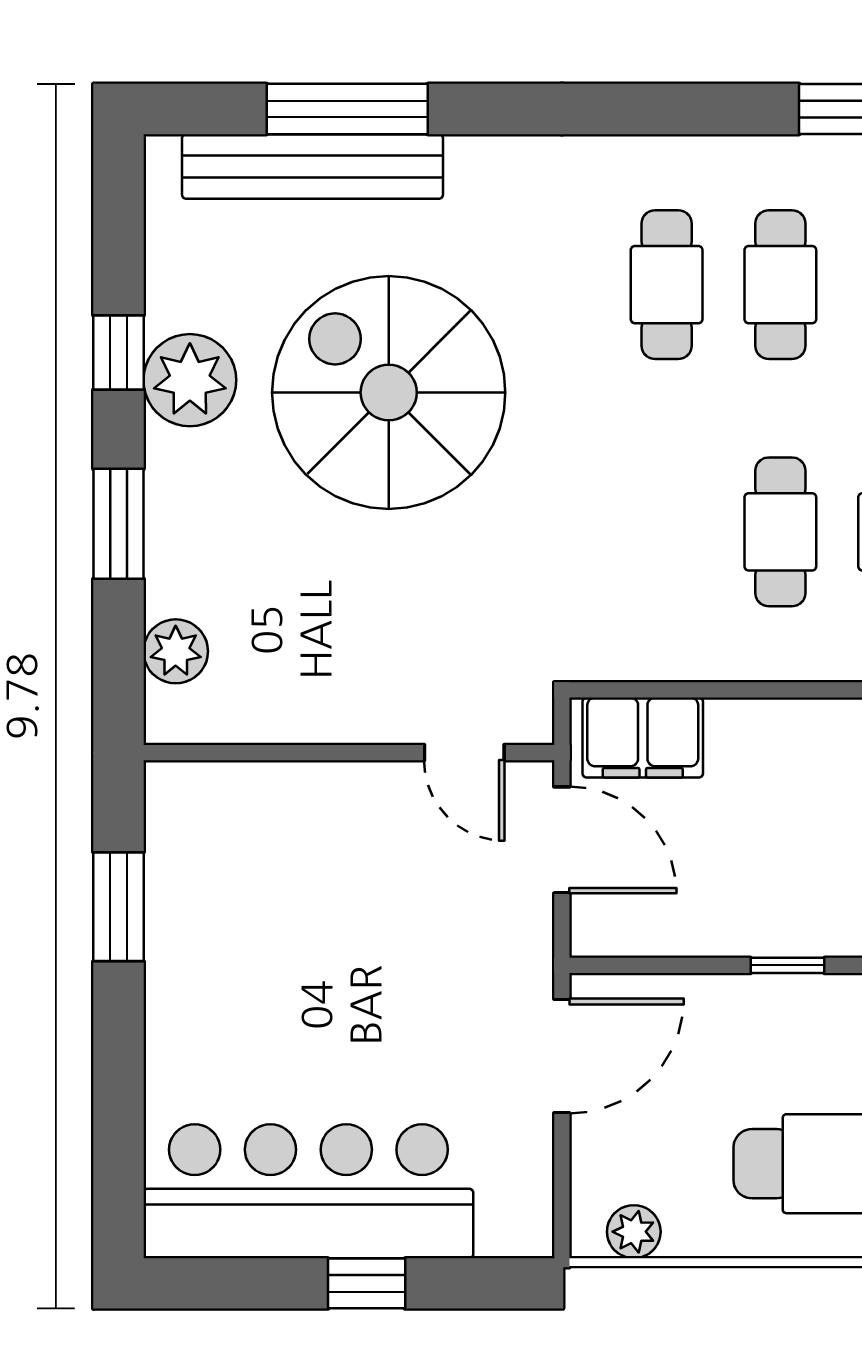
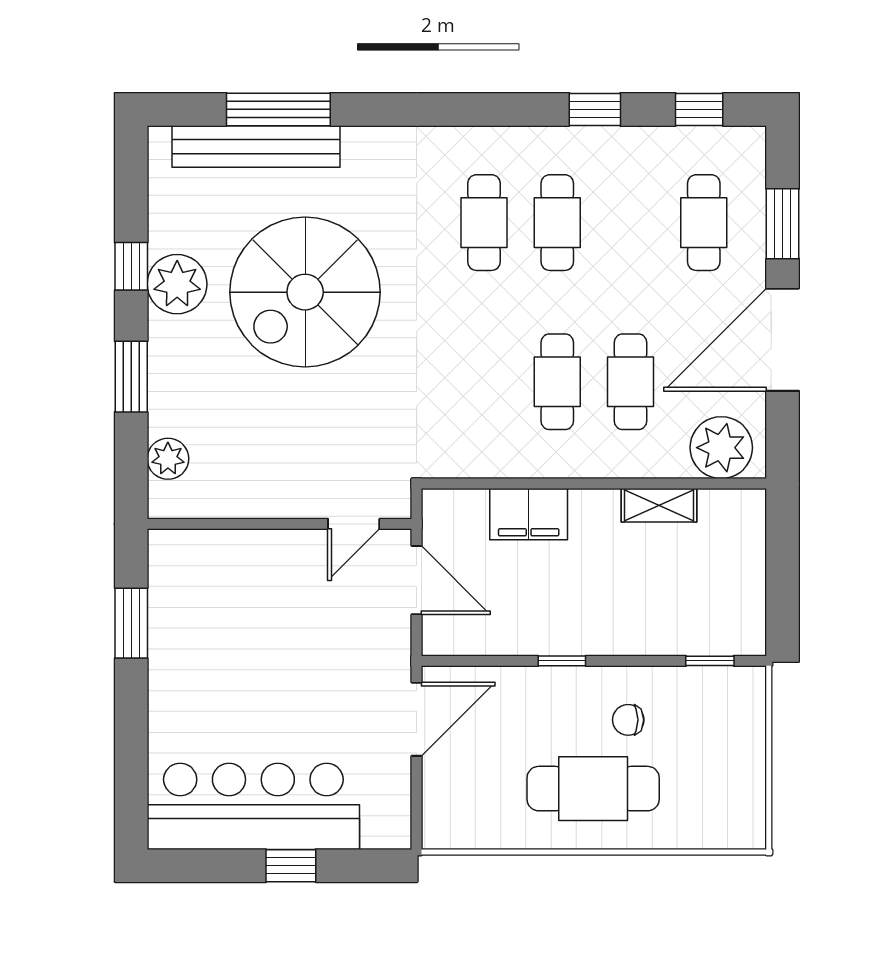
spiral stairs: (389, 393) -> (305, 292), turned -90
filing cabinet: (643, 738) -> (529, 514), moved
door: (464, 753) -> (354, 524), hinge flipped
plant: (634, 1232) -> (463, 832), removed

